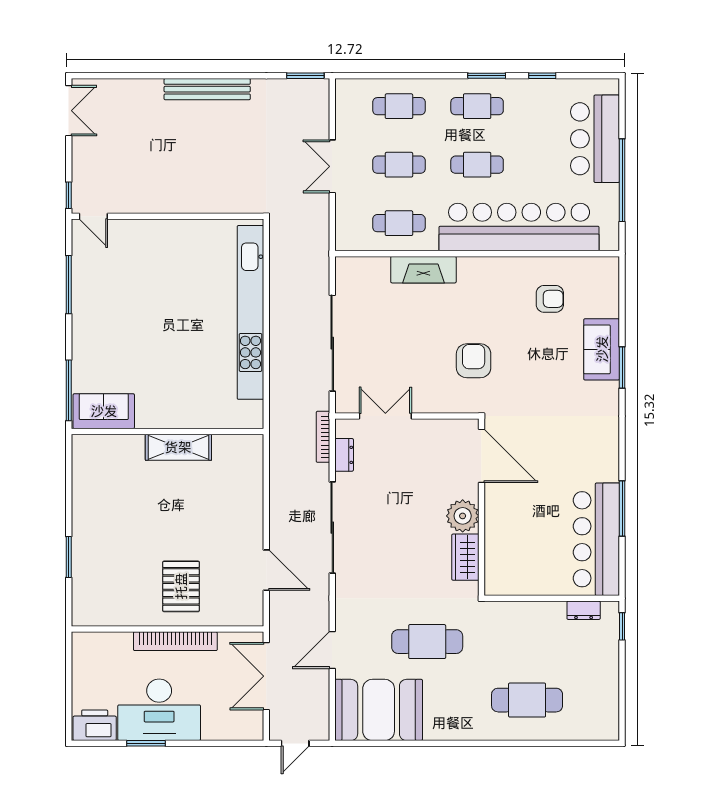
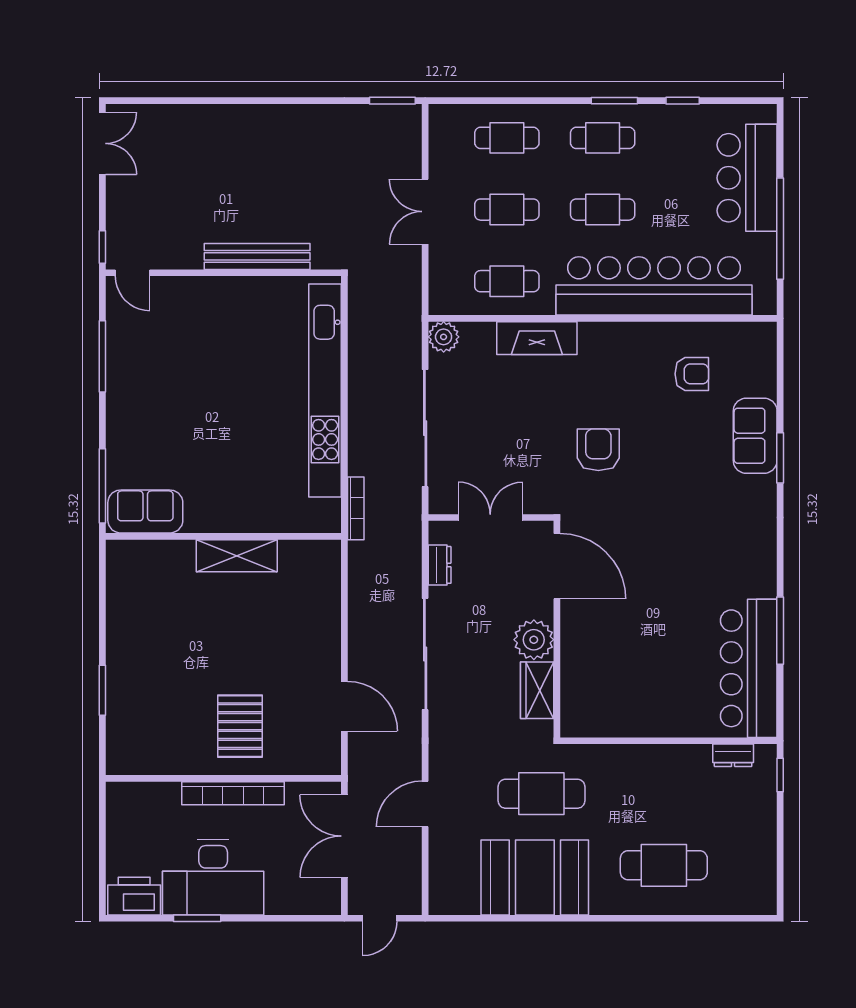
bench: (207, 89) -> (257, 256), moved
plant: (347, 269) -> (444, 337), added
bookcase: (323, 437) -> (356, 508), moved, turned 180
door: (481, 456) -> (557, 566), moved
wall: (481, 507) -> (557, 629), moved
plant: (463, 516) -> (534, 640), moved
wardrobe: (465, 557) -> (537, 690), moved
booth: (379, 710) -> (535, 877), moved

